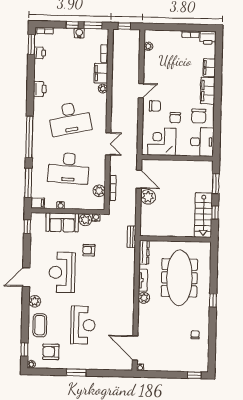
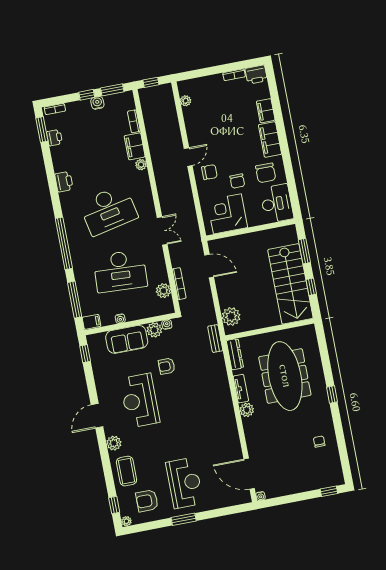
plant: (148, 197) -> (231, 316), moved
stairs: (203, 215) -> (290, 284), width x1.36, depth x1.51
reception desk: (83, 325) -> (185, 483), moved

